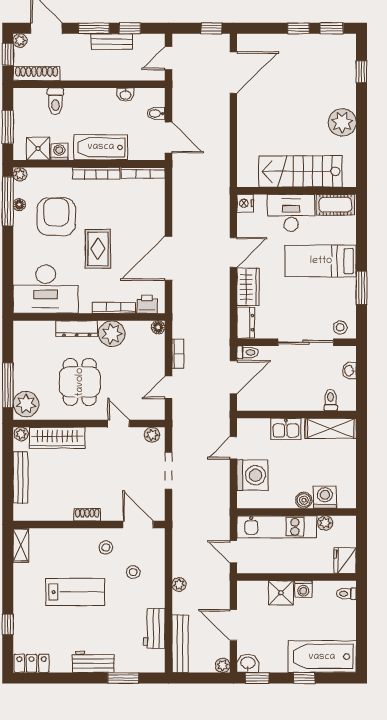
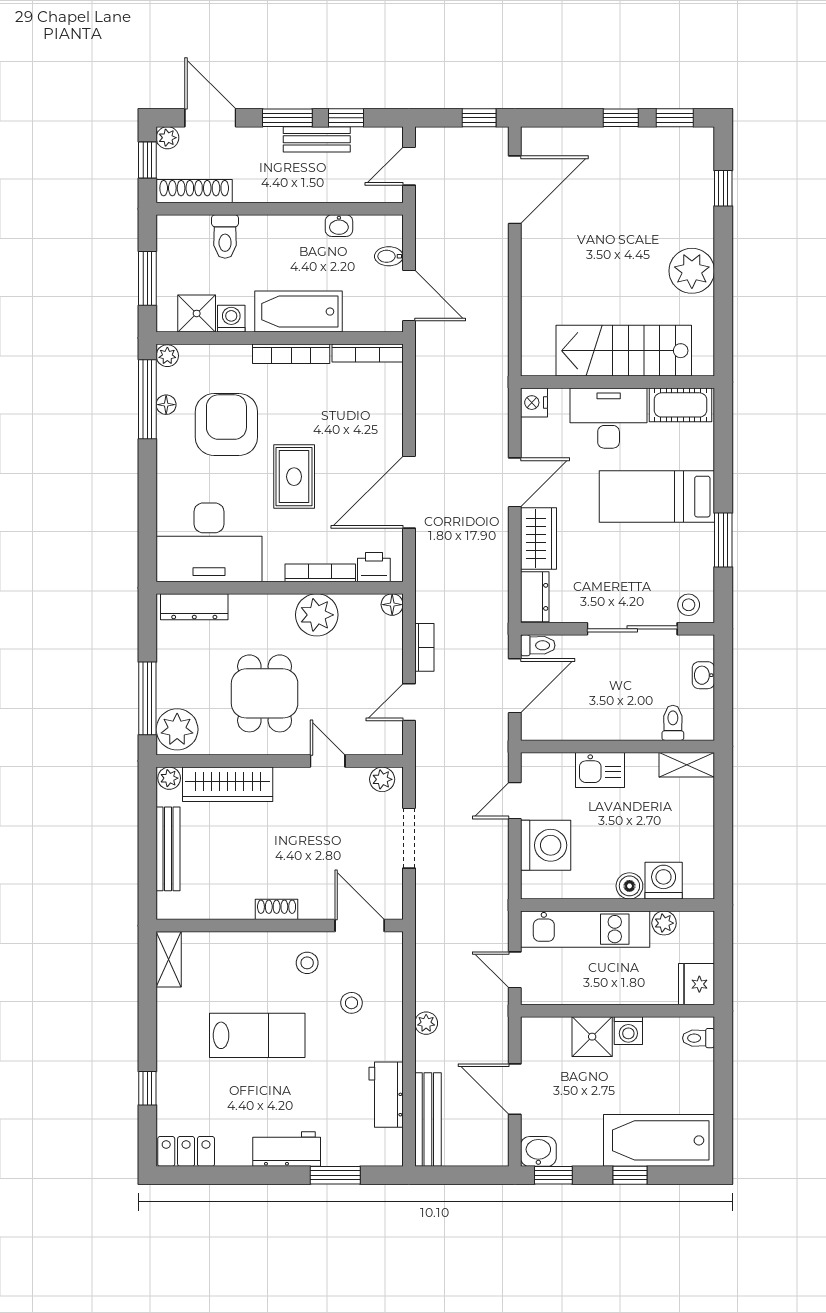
dresser: (77, 329) -> (194, 607), moved
shelving: (331, 428) -> (687, 765), width x0.67, depth x0.75
plant: (223, 665) -> (497, 1155), removed

